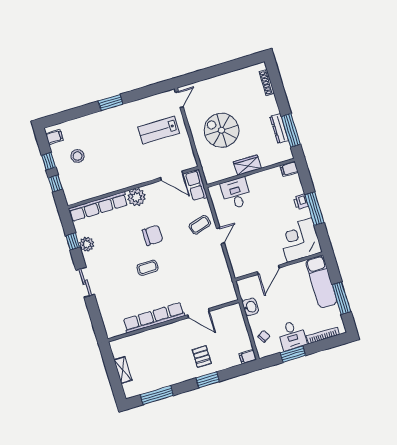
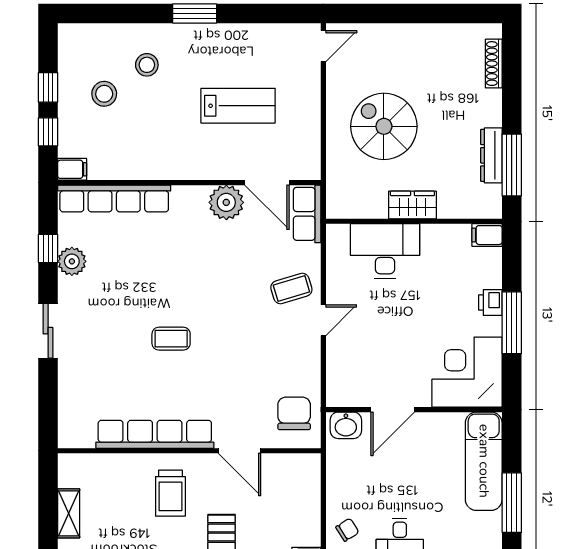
lab bench: (159, 130) -> (238, 106), moved, turned 180
stool: (94, 135) -> (147, 65), added
filing cabinet: (54, 137) -> (72, 169), moved
desk: (236, 193) -> (385, 251), width x1.37
plant: (136, 197) -> (226, 202), moved
chair: (153, 235) -> (294, 413), moved, turned -89
washbasin: (250, 307) -> (346, 425), moved, turned 90
trolley: (170, 345) -> (170, 493), added

